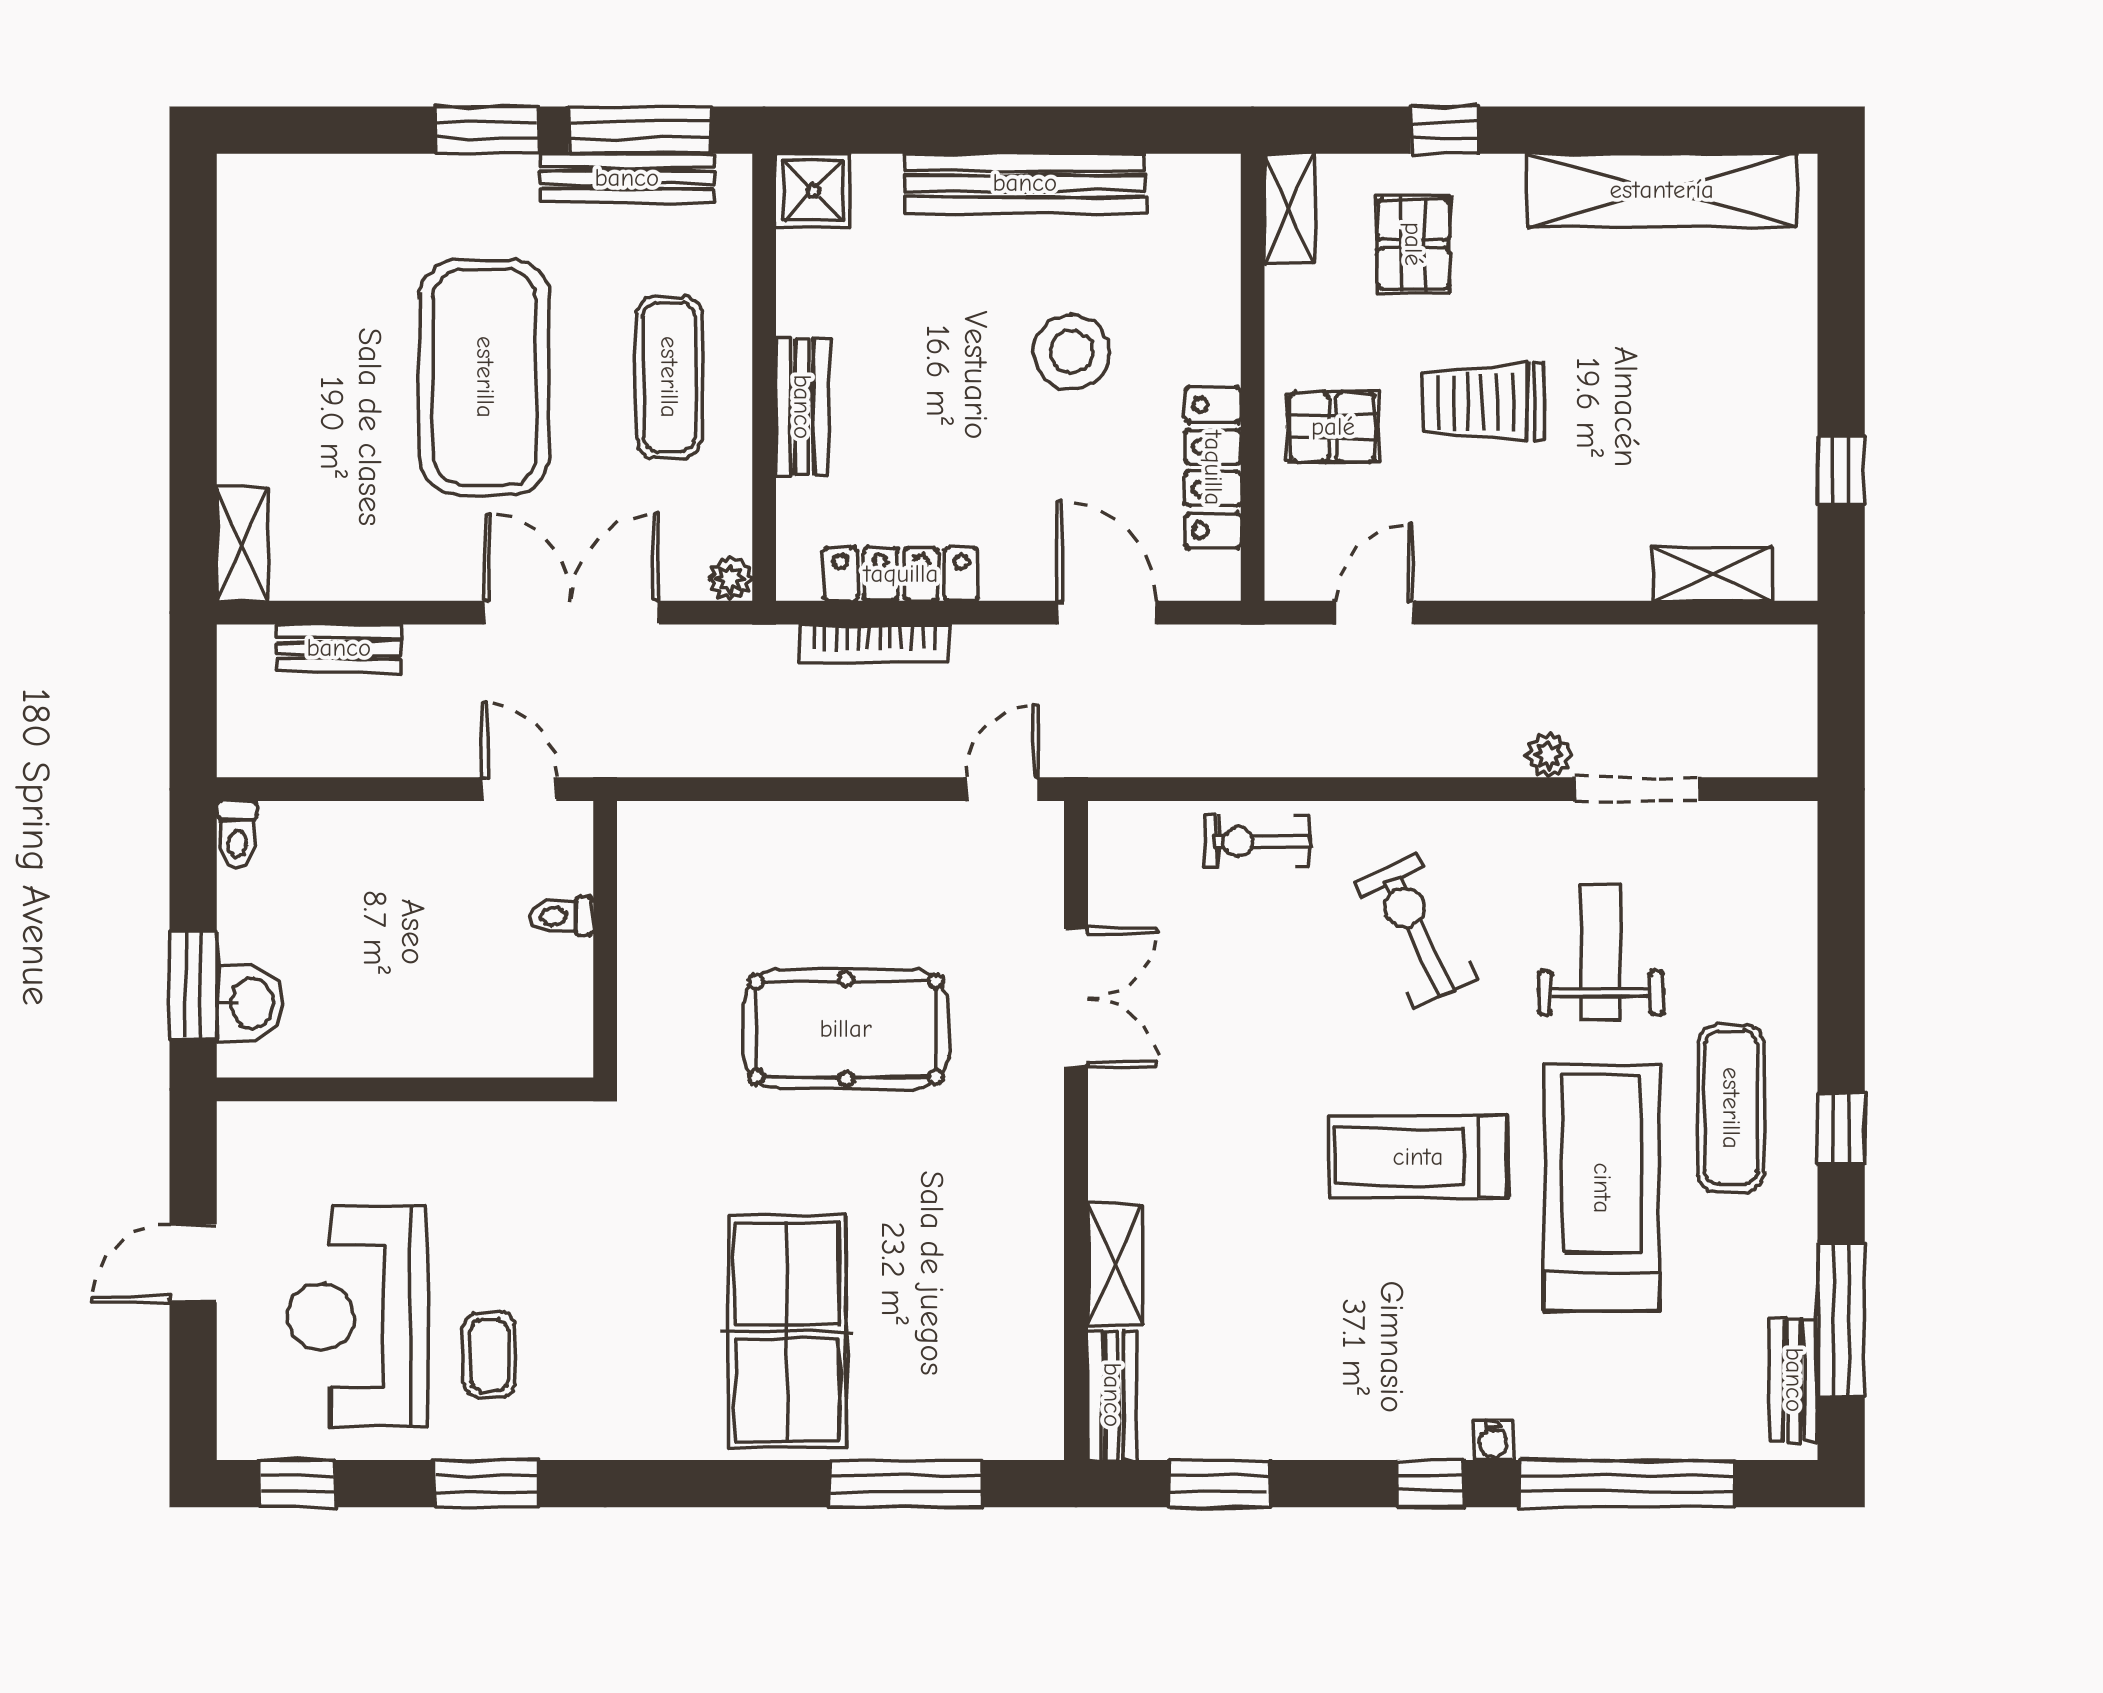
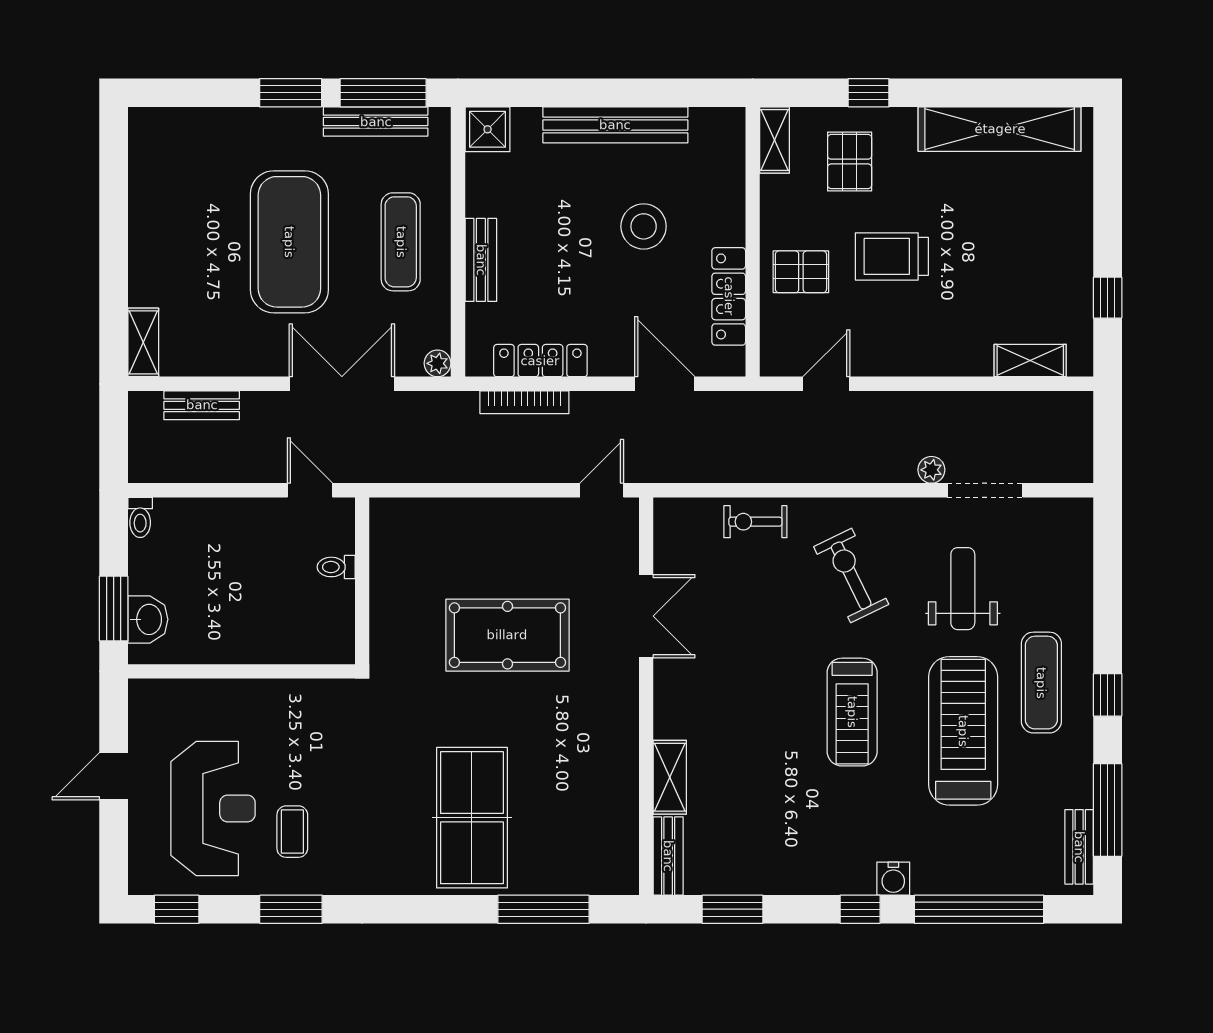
treadmill: (1418, 1157) -> (852, 712), turned -90
reception desk: (358, 1317) -> (213, 808), turned 180
water cooler: (1493, 1440) -> (893, 879), width x1.38, depth x1.38

